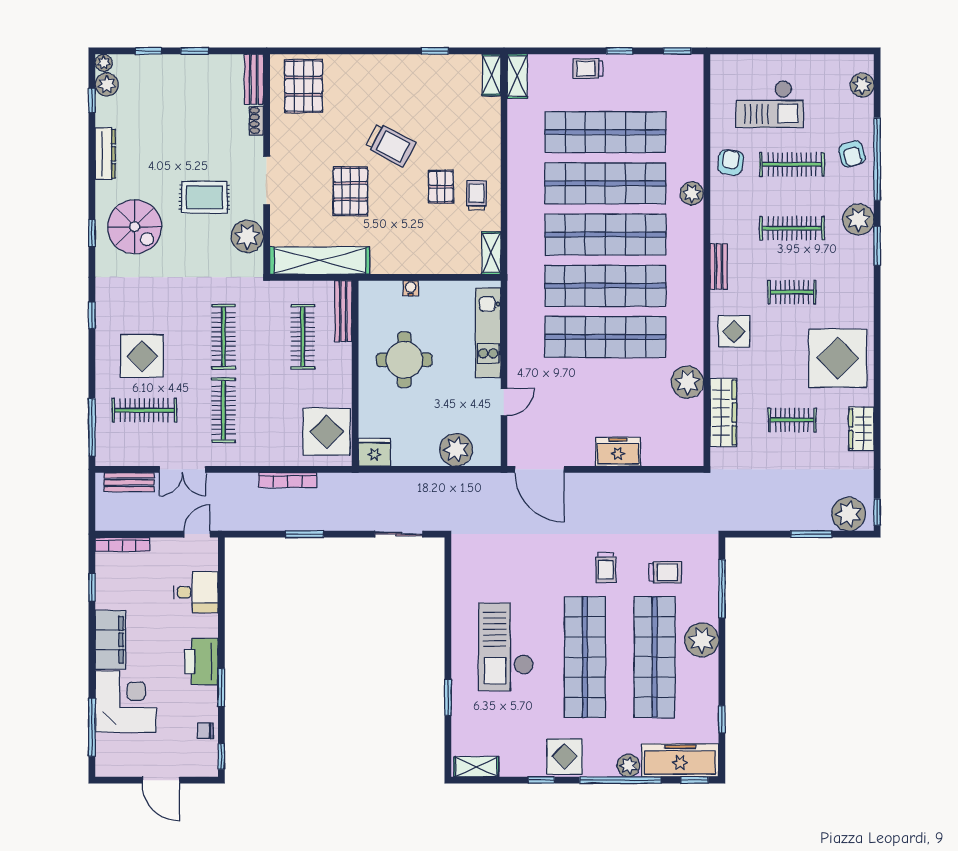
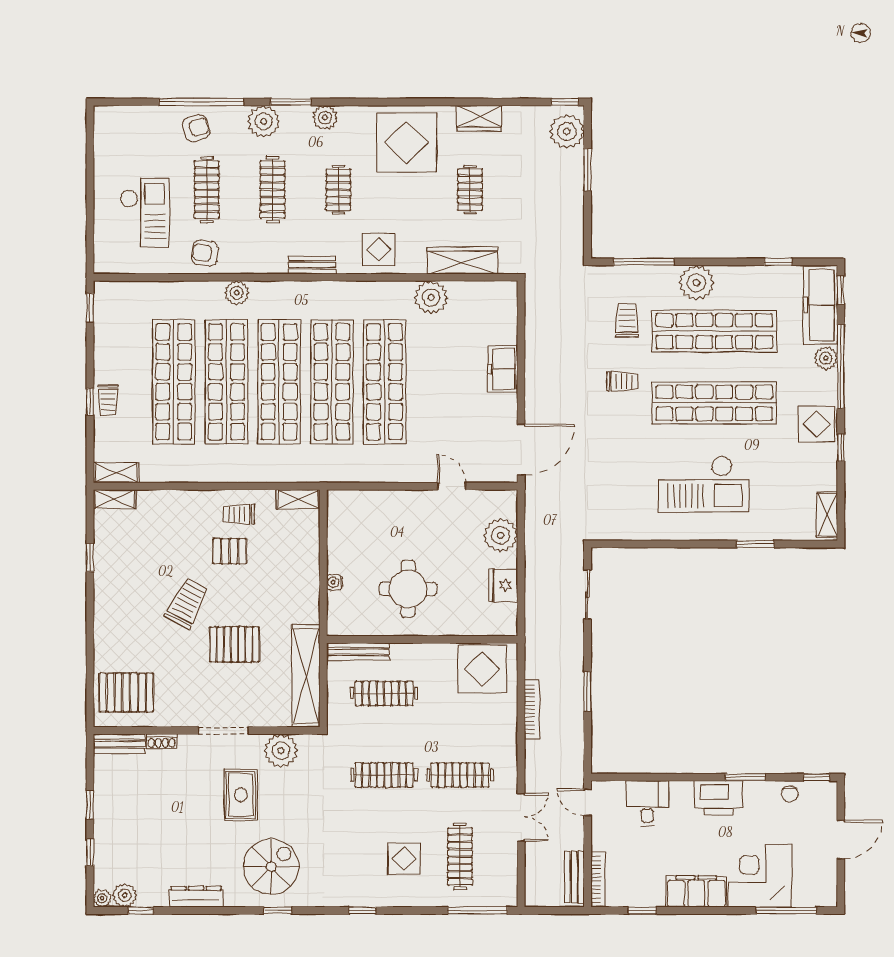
window: (620, 51) -> (90, 402), moved
plant: (862, 85) -> (325, 117), moved
kitchen unit: (488, 333) -> (380, 503), removed
display table: (142, 356) -> (404, 859), width x0.73, depth x0.73
fridge: (374, 452) -> (503, 585), moved
bench: (129, 482) -> (574, 877), moved

